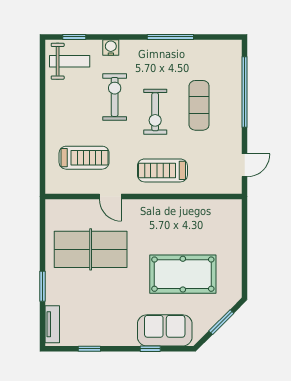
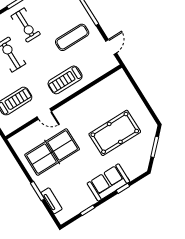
exercise mat: (199, 105) -> (72, 37), moved, turned 90
exercise bike: (155, 112) -> (26, 25), moved
tv unit: (52, 324) -> (51, 201), moved
sofa: (165, 330) -> (108, 182), moved

